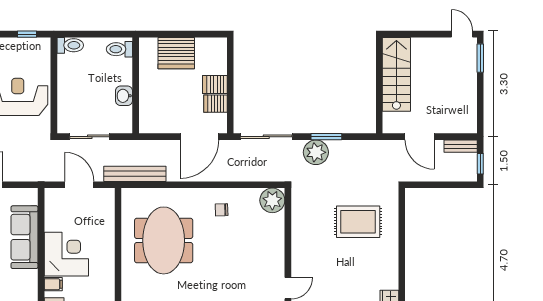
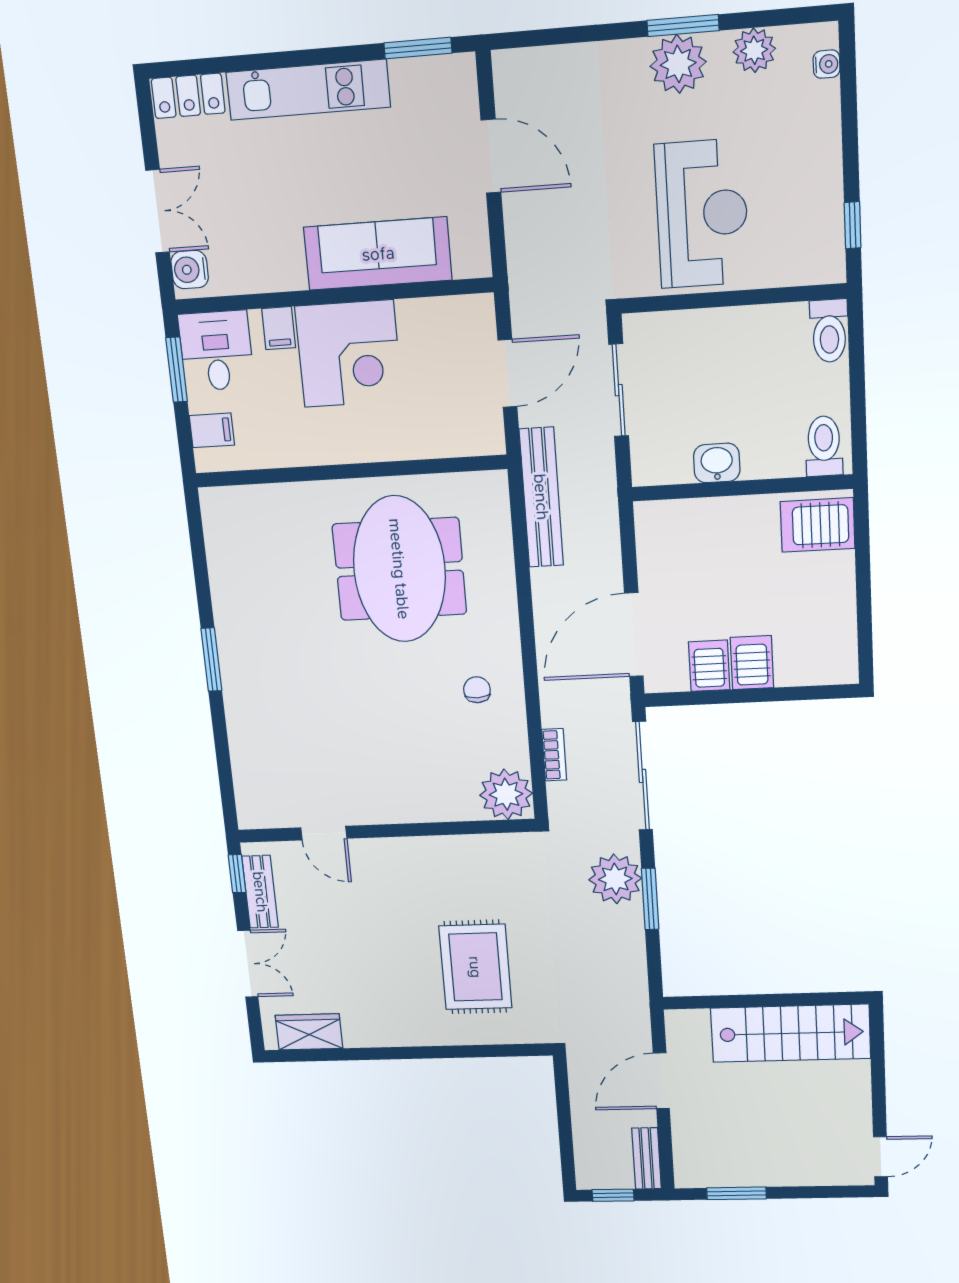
server rack: (176, 53) -> (818, 525), moved, width x0.62
window: (480, 58) -> (736, 1193), moved
door: (199, 137) -> (634, 635), hinge flipped
bookcase: (254, 177) -> (554, 755), added
meeting table: (164, 240) -> (399, 569), turned 90

